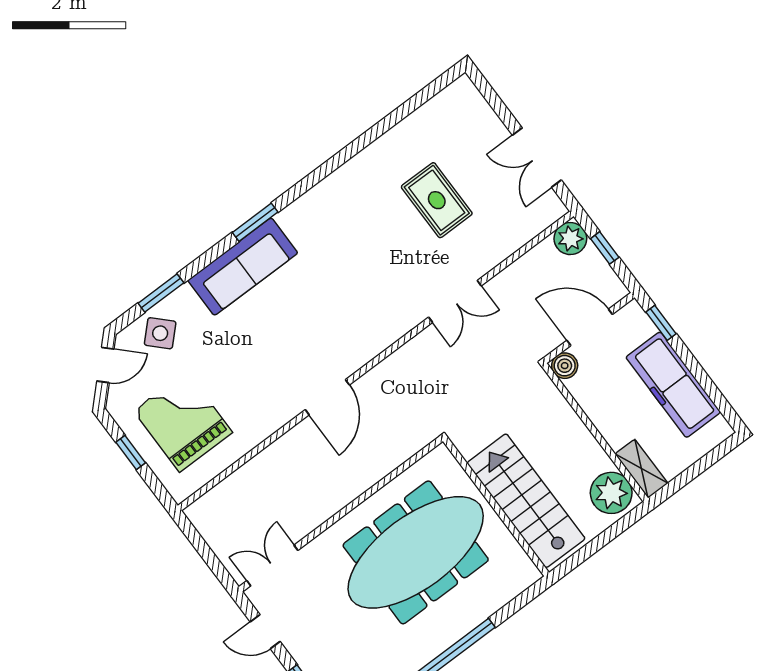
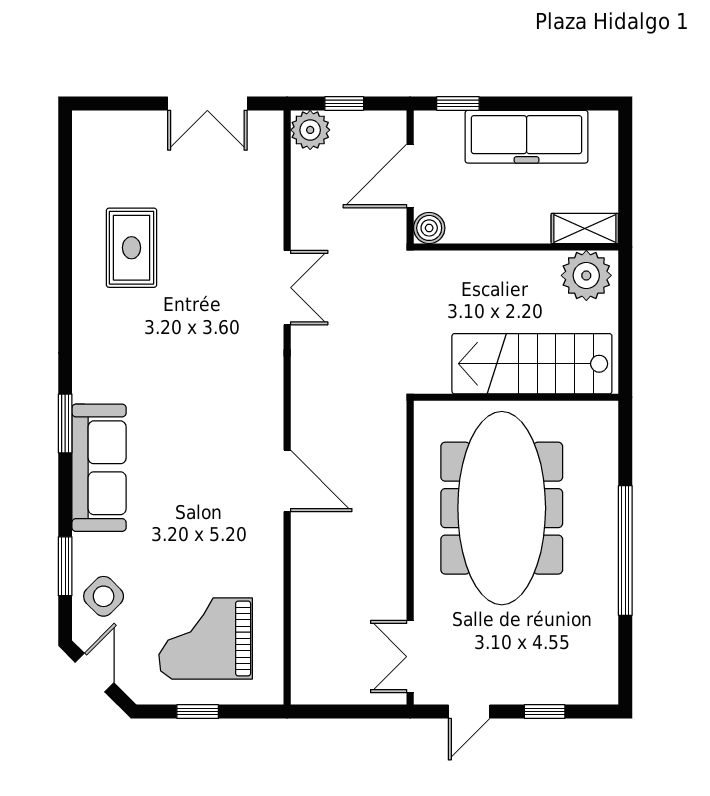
rug: (437, 200) -> (132, 248), moved, turned 90

